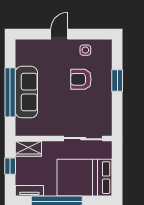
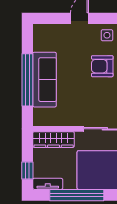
wardrobe: (28, 149) -> (54, 140), width x1.50
window: (10, 166) -> (27, 170), moved

